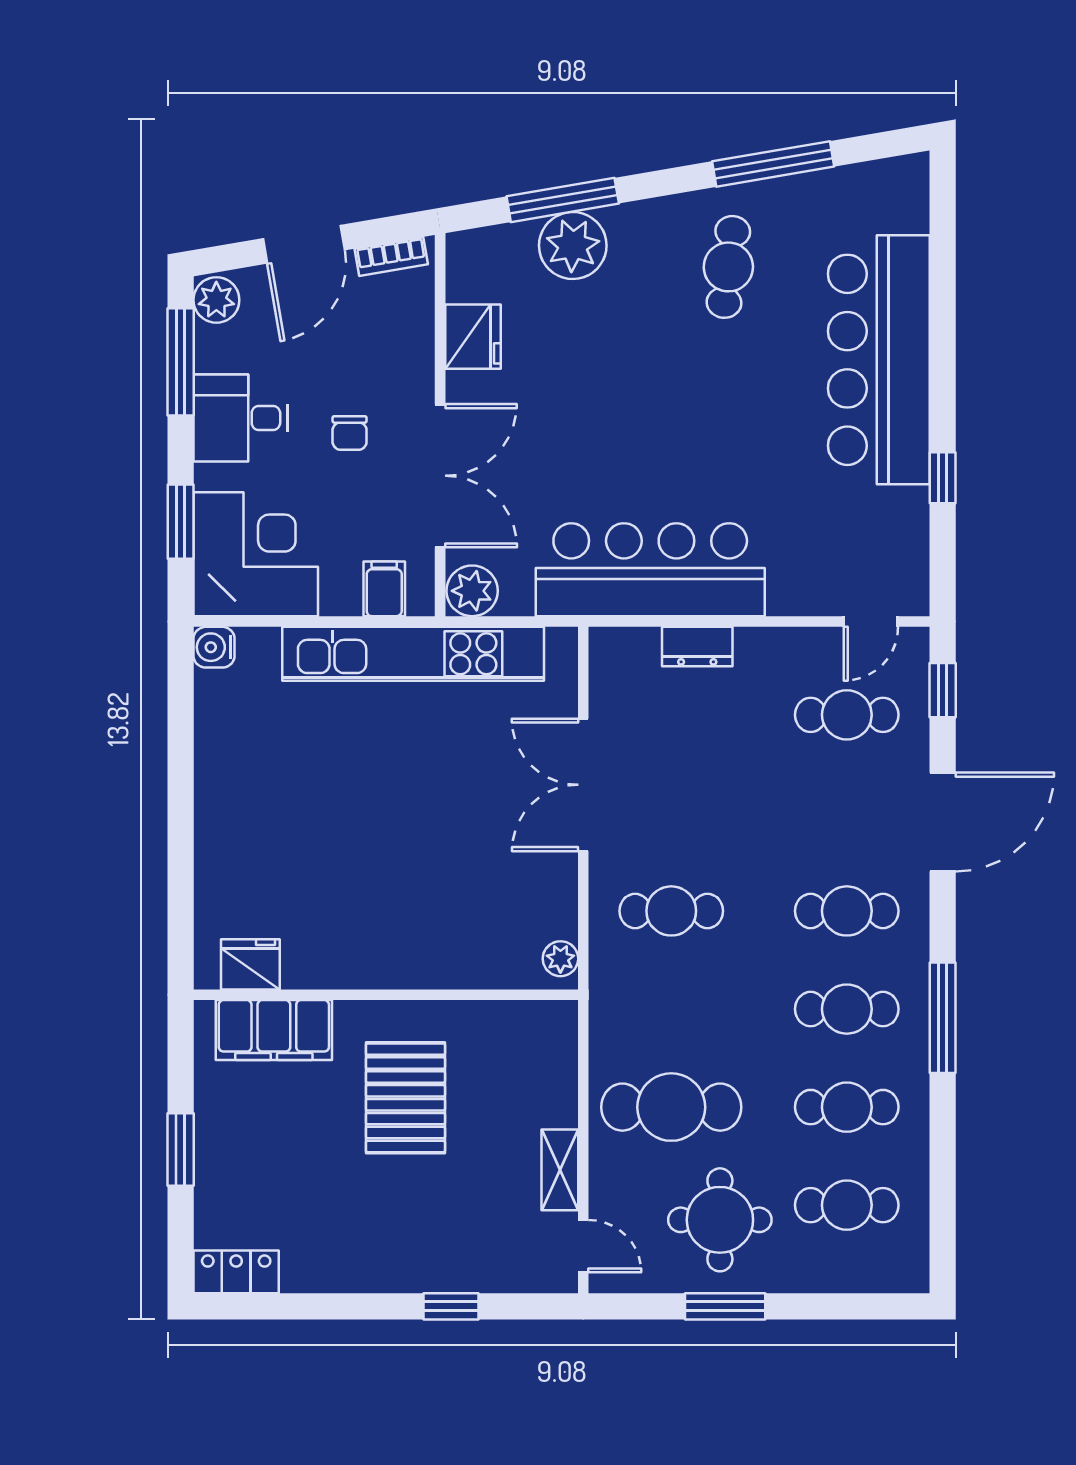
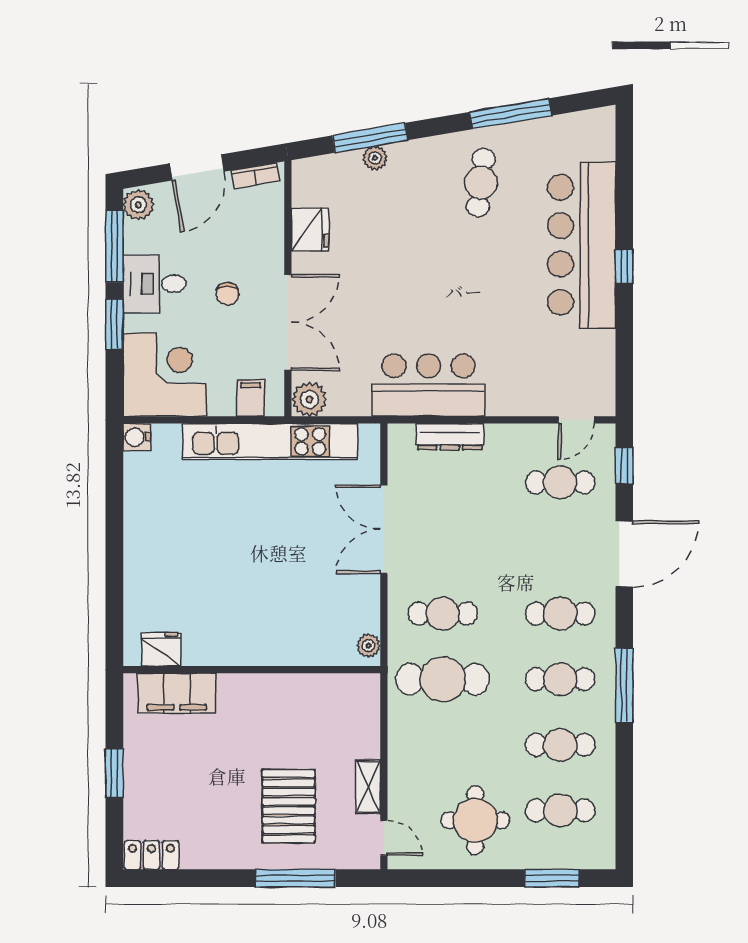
plant: (573, 246) -> (375, 158), width x0.53, depth x0.53
window: (943, 478) -> (624, 267), moved
window: (181, 522) -> (114, 324), moved
bar counter: (650, 570) -> (429, 385), width x0.73
dresser: (697, 646) -> (450, 437), width x1.44
pallet: (405, 1098) -> (289, 806), moved
cafe table: (671, 1107) -> (443, 679), moved
window: (451, 1306) -> (295, 878), width x2.17
window: (725, 1306) -> (552, 878), moved

